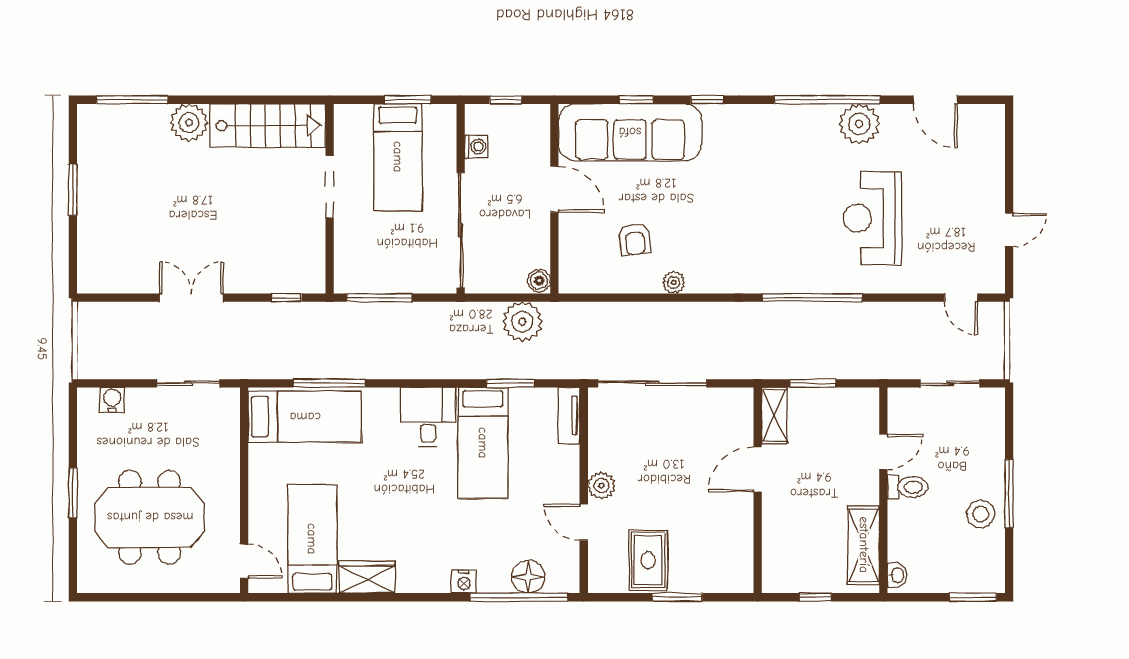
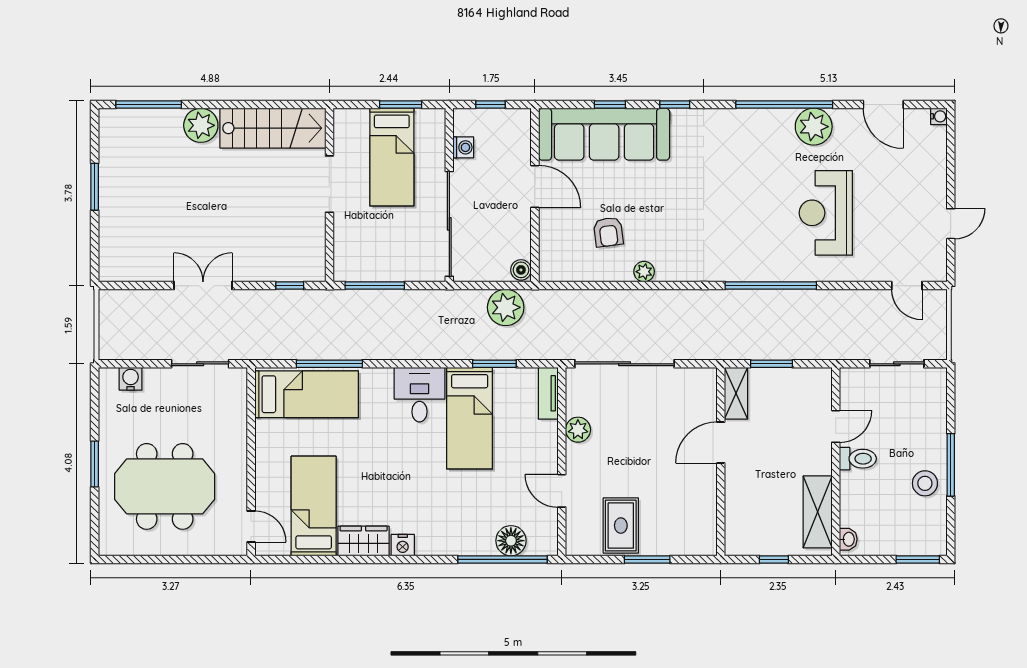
water cooler: (996, 113) -> (939, 116), added
plant: (601, 486) -> (578, 430), moved
nightstand: (464, 582) -> (403, 545), moved

